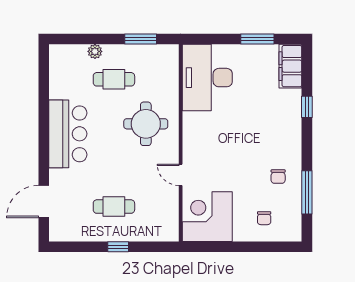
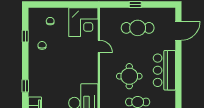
round table: (146, 124) -> (129, 76), moved
window: (307, 192) -> (25, 36), width x0.46
cafe table: (114, 207) -> (138, 28), width x1.37, depth x1.35

